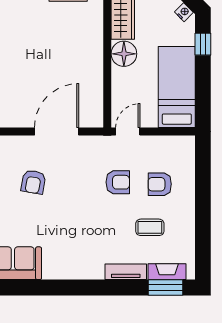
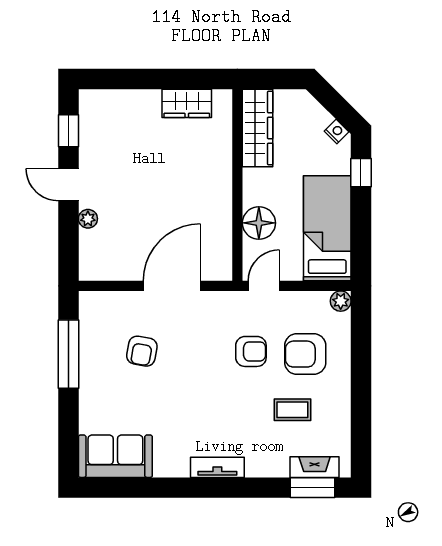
floor lamp: (124, 54) -> (259, 223), moved
plant: (187, 143) -> (341, 301), added
armchair: (160, 184) -> (305, 354), width x1.38, depth x1.38
tv unit: (126, 272) -> (217, 467), moved

